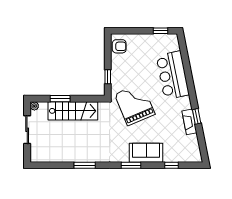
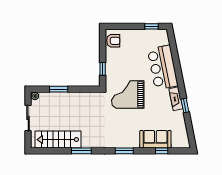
grand piano: (135, 104) -> (128, 94), turned -67
stairs: (73, 111) -> (58, 140), moved, turned 180
fireplace: (189, 122) -> (176, 99), moved
sofa: (146, 153) -> (155, 139), moved

